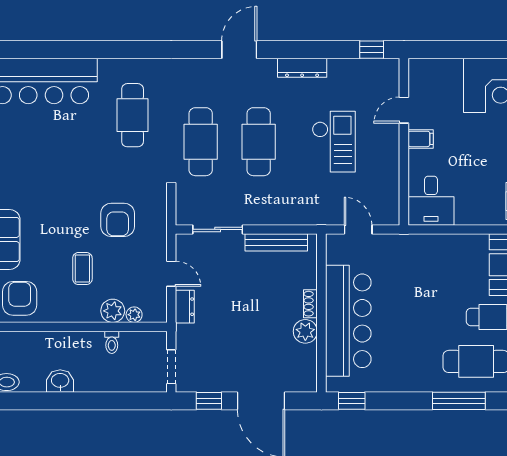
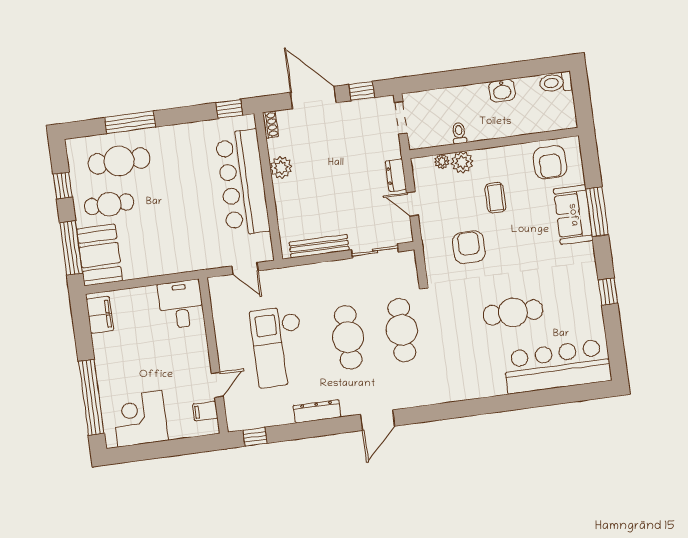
cafe table: (133, 115) -> (513, 312), moved, turned 90
filing cabinet: (421, 139) -> (205, 411), moved
checkout: (334, 142) -> (278, 347), width x1.36, depth x1.21
shoe rack: (310, 304) -> (270, 125), moved

